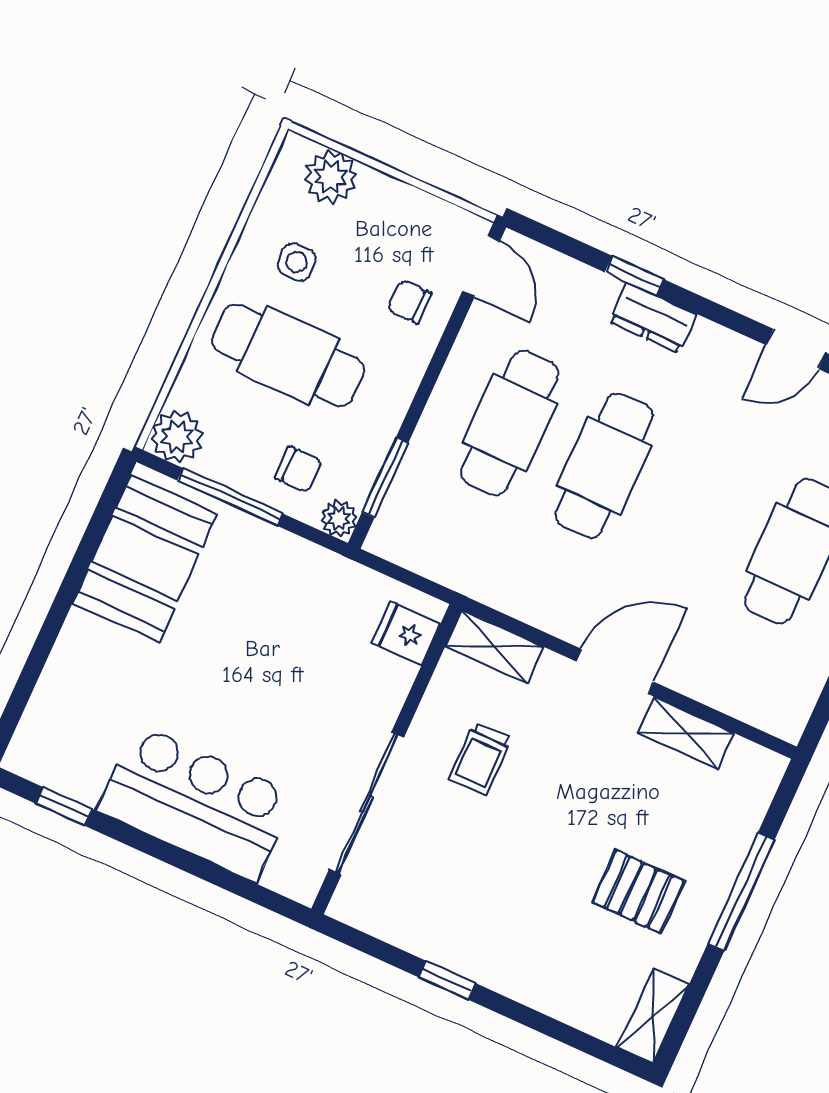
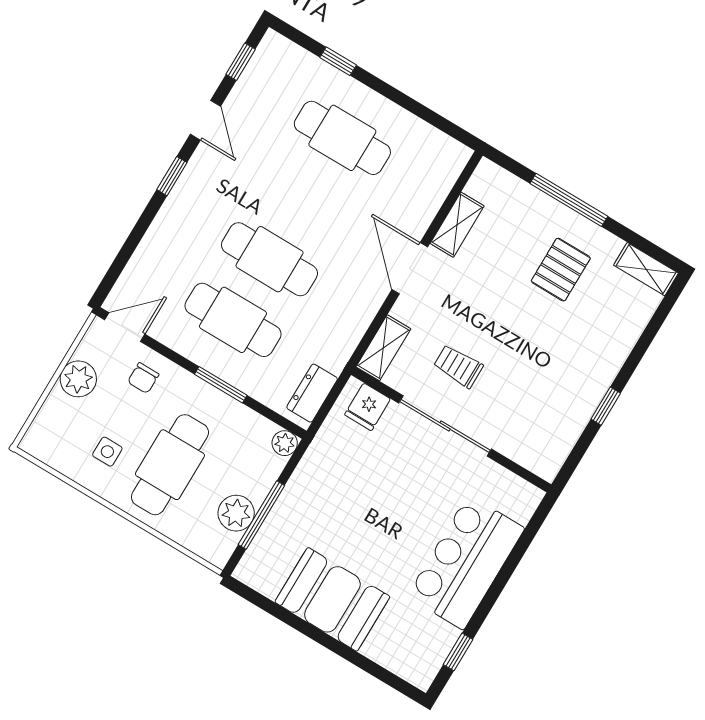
plant: (331, 177) -> (78, 379), moved
window: (635, 276) -> (172, 176), moved
dresser: (653, 318) -> (312, 393), moved, turned 180
plant: (177, 436) -> (236, 513), moved
chair: (298, 469) -> (248, 467), removed
window: (385, 478) -> (221, 385), moved
booth: (145, 558) -> (332, 599), moved
trolley: (480, 759) -> (458, 366), turned 180
sliding door: (366, 804) -> (445, 426), moved

